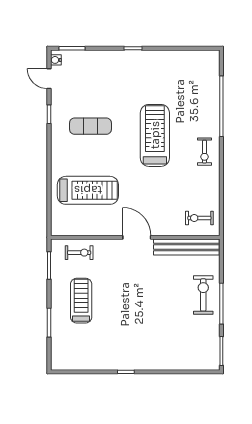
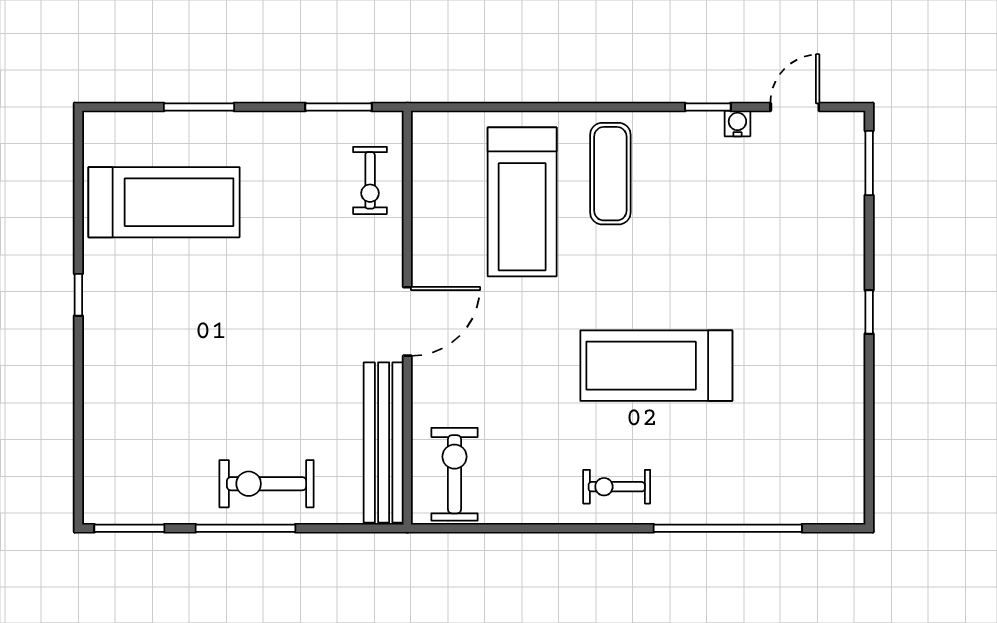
water cooler: (56, 60) -> (737, 124), moved
exercise mat: (90, 126) -> (610, 174), moved
treadmill: (155, 135) -> (656, 366), turned 180
exercise bike: (199, 218) -> (455, 474), width x1.38, depth x1.39
exercise bike: (203, 295) -> (267, 484), turned 180
treadmill: (81, 301) -> (164, 202), moved, width x1.37, depth x1.38

